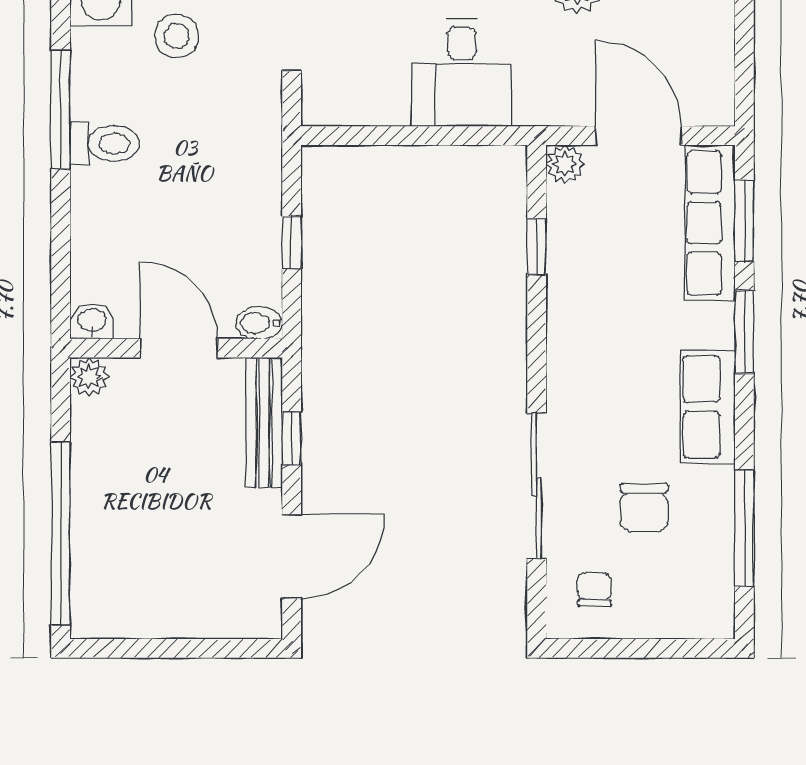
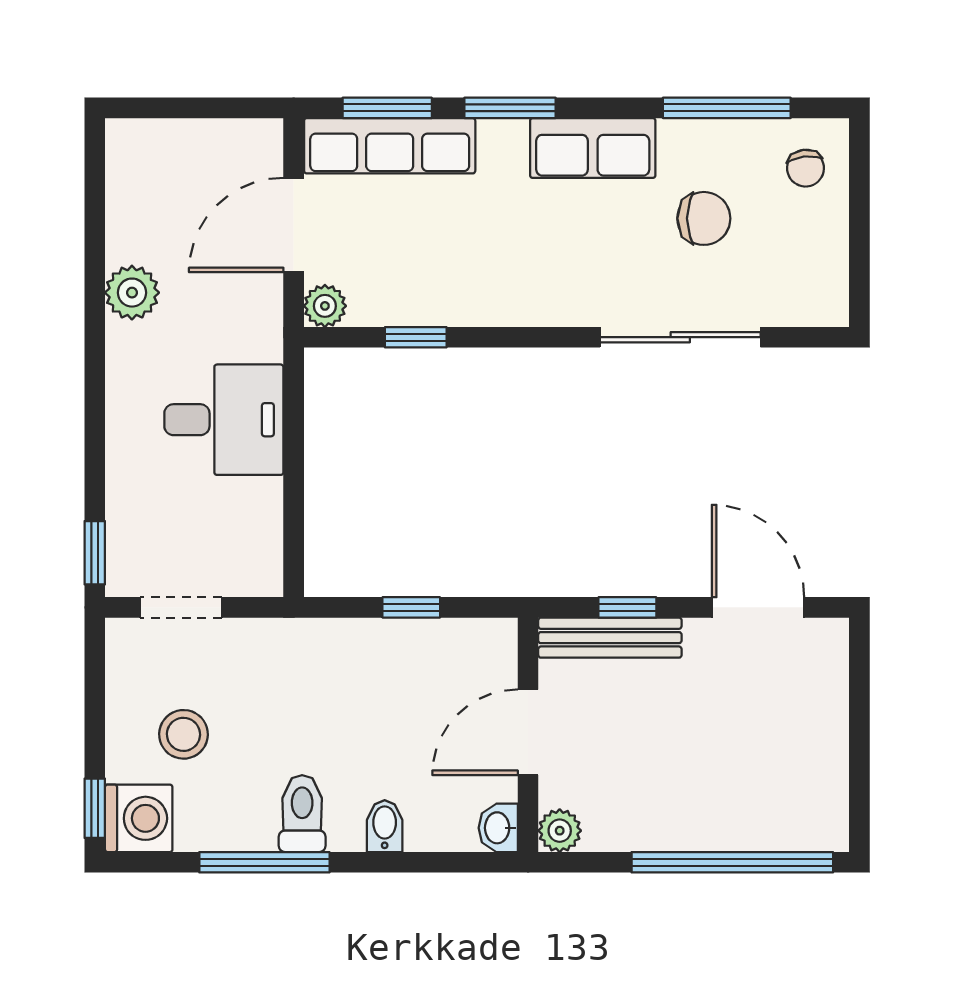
bidet: (259, 323) -> (385, 826), moved, turned 180
chair: (595, 590) -> (805, 168), moved, turned -97

